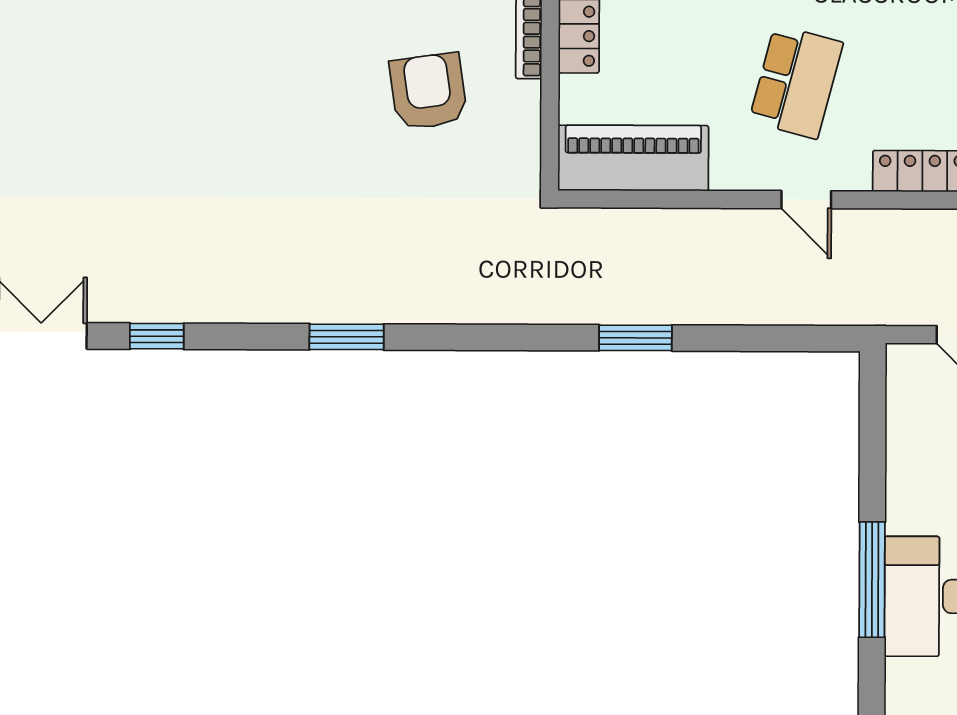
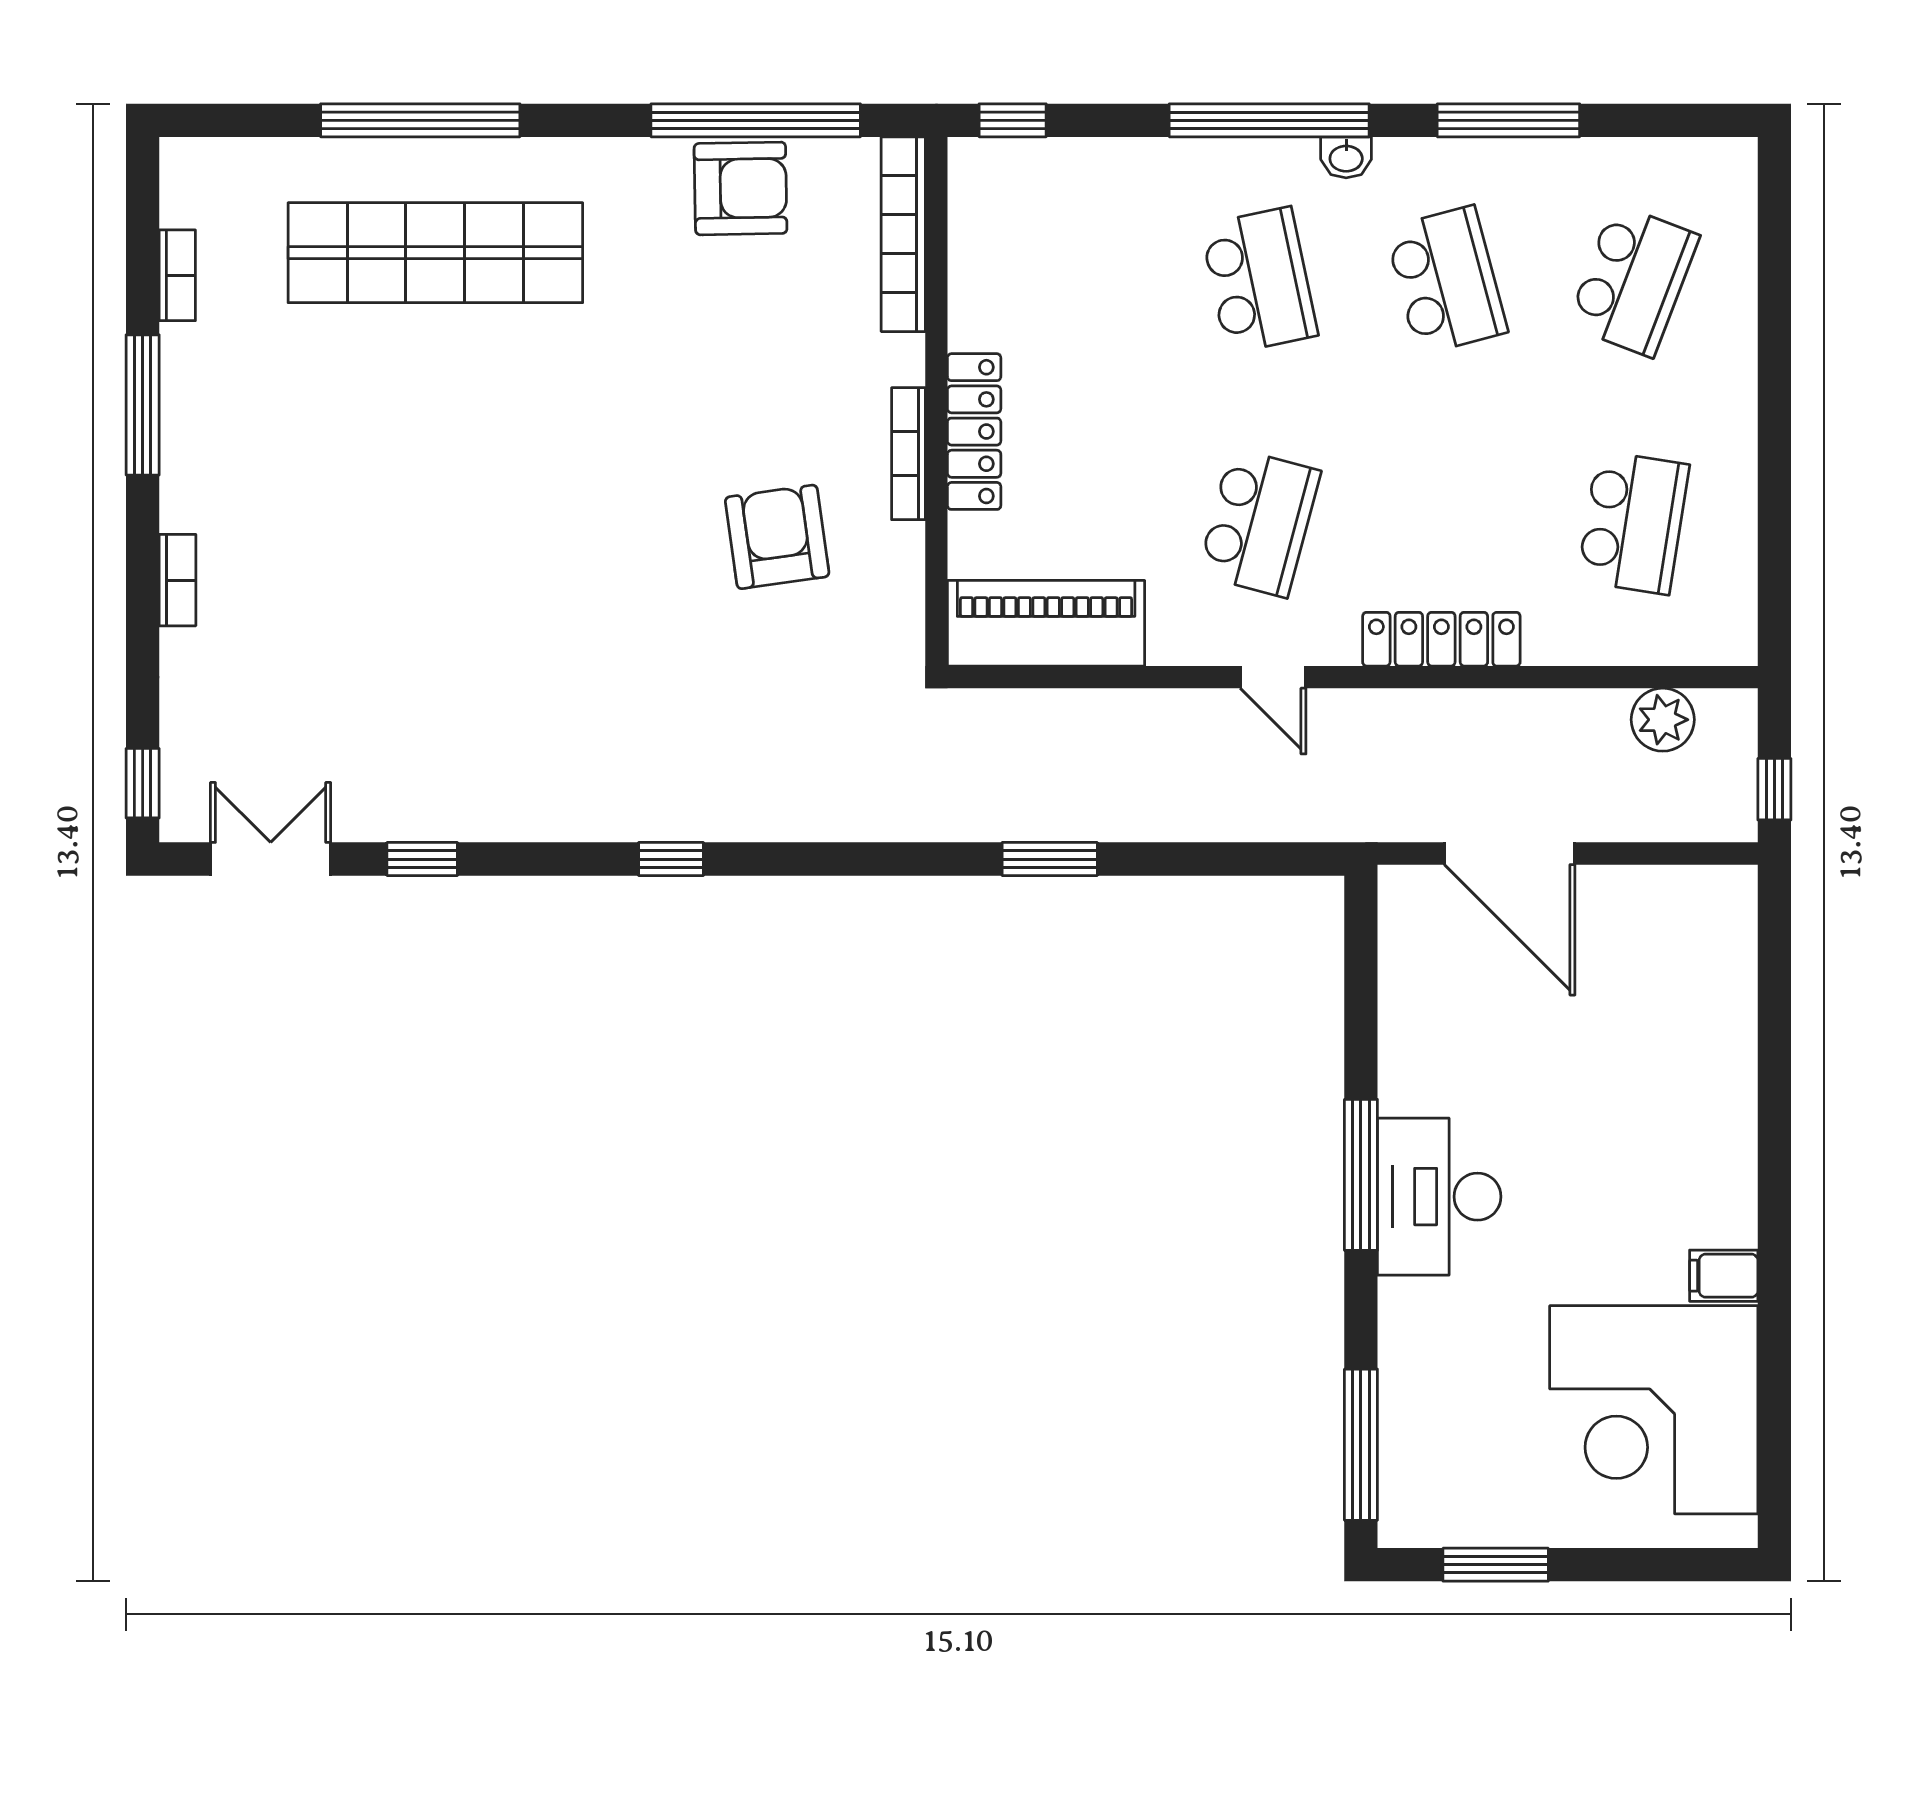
window: (347, 337) -> (671, 859), width x0.67

